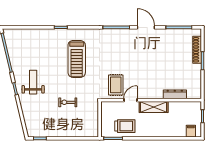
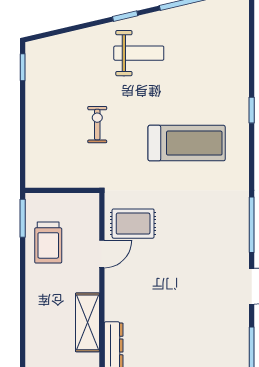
treadmill: (77, 59) -> (187, 143), turned 180
door: (130, 100) -> (102, 254), hinge flipped
shelving: (154, 107) -> (87, 322), moved

